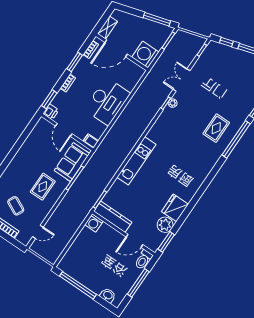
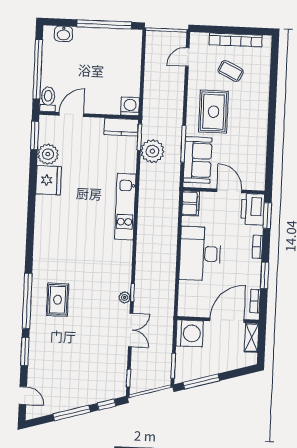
printer: (51, 112) -> (253, 209), width x1.87, depth x1.48
filing cabinet: (91, 141) -> (191, 203), width x2.00
plant: (97, 185) -> (152, 151), added
rug: (43, 187) -> (213, 112), width x1.36, depth x1.43
kitchen counter: (113, 217) -> (121, 127), width x0.67
window: (138, 283) -> (38, 69), width x1.46

